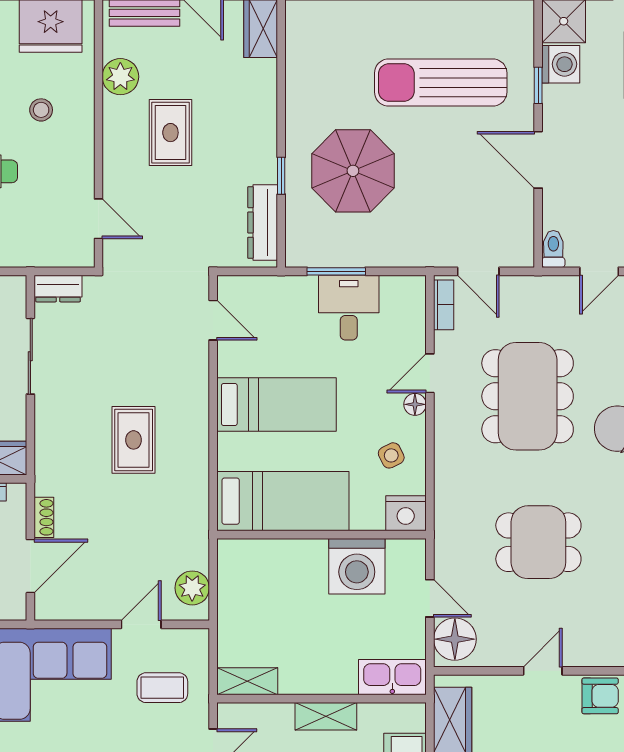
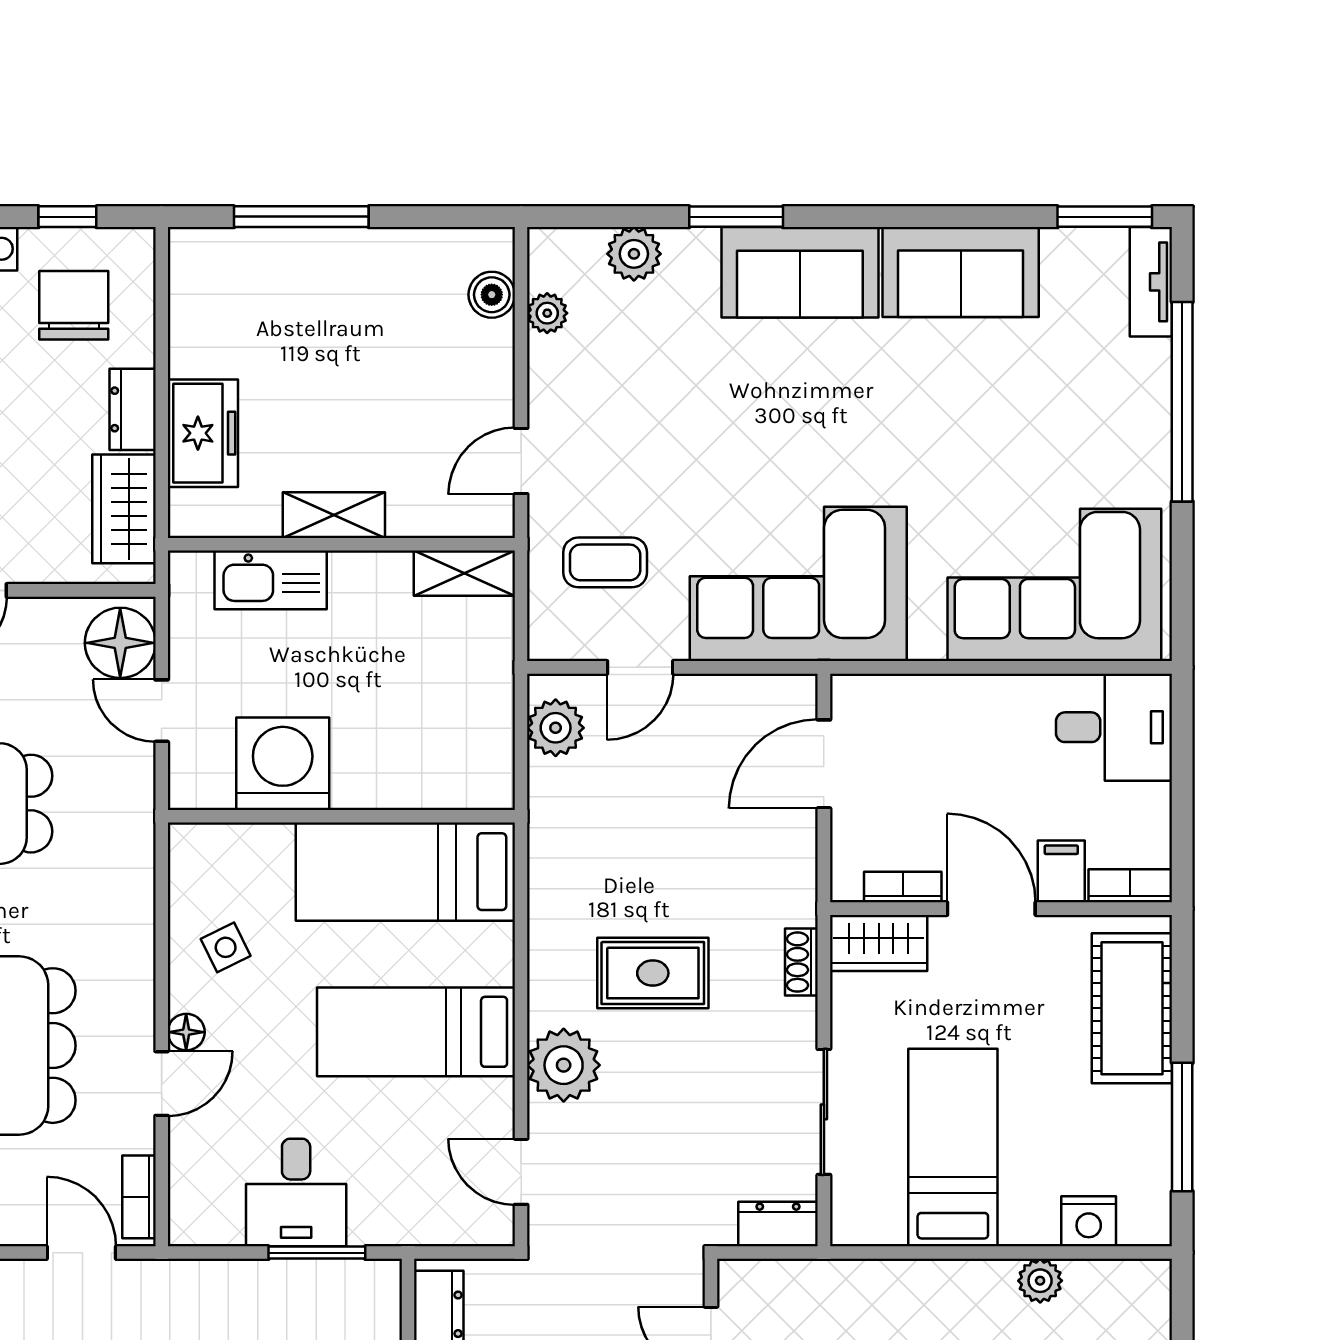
plant: (187, 384) -> (564, 1065), added
rug: (134, 440) -> (653, 973), turned 90
nightstand: (406, 513) -> (202, 852), removed
shoe rack: (44, 517) -> (801, 962), moved
kitchen sink: (392, 677) -> (271, 580), moved

